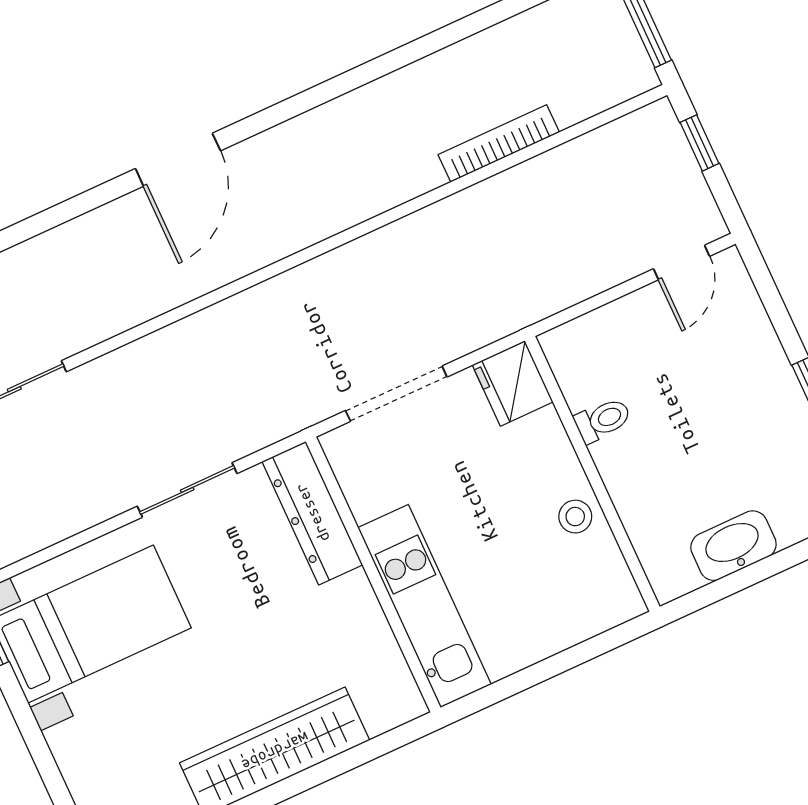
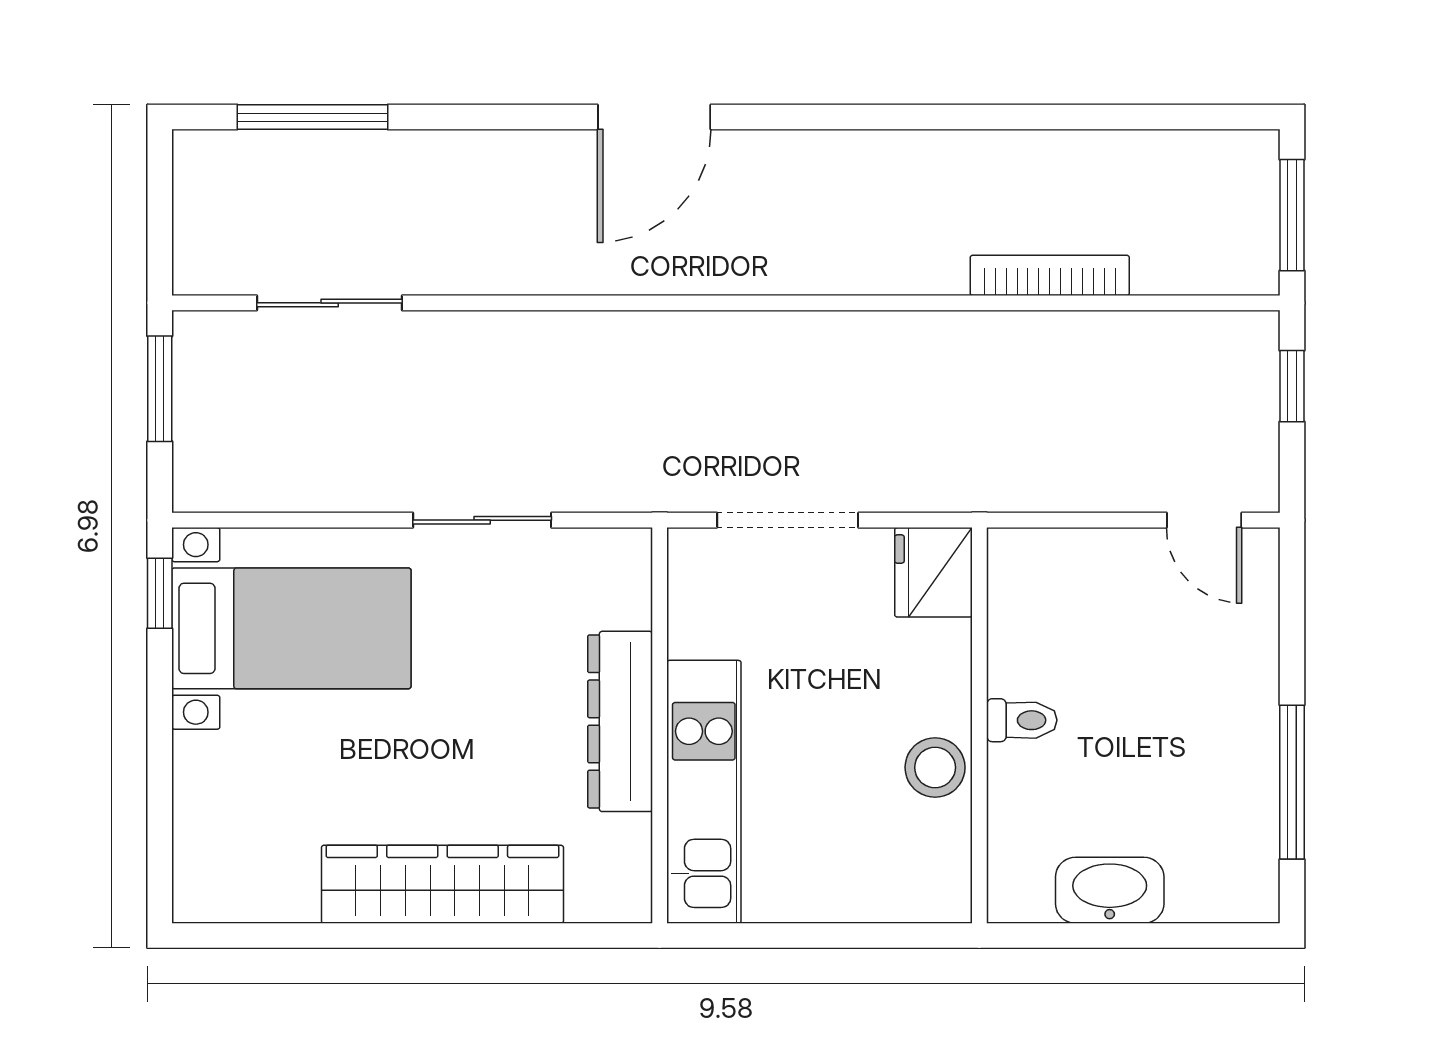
door: (682, 262) -> (1204, 520), hinge flipped
toilet: (603, 420) -> (1022, 720), moved
dresser: (312, 513) -> (620, 721), moved
stool: (575, 517) -> (935, 767), width x1.37, depth x1.37

